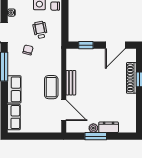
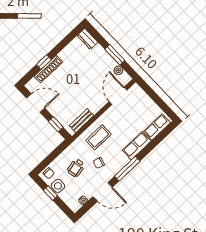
bench: (71, 83) -> (82, 121), moved
coffee table: (51, 87) -> (98, 137), moved
dresser: (109, 127) -> (87, 39), moved
plant: (93, 128) -> (118, 70), moved

